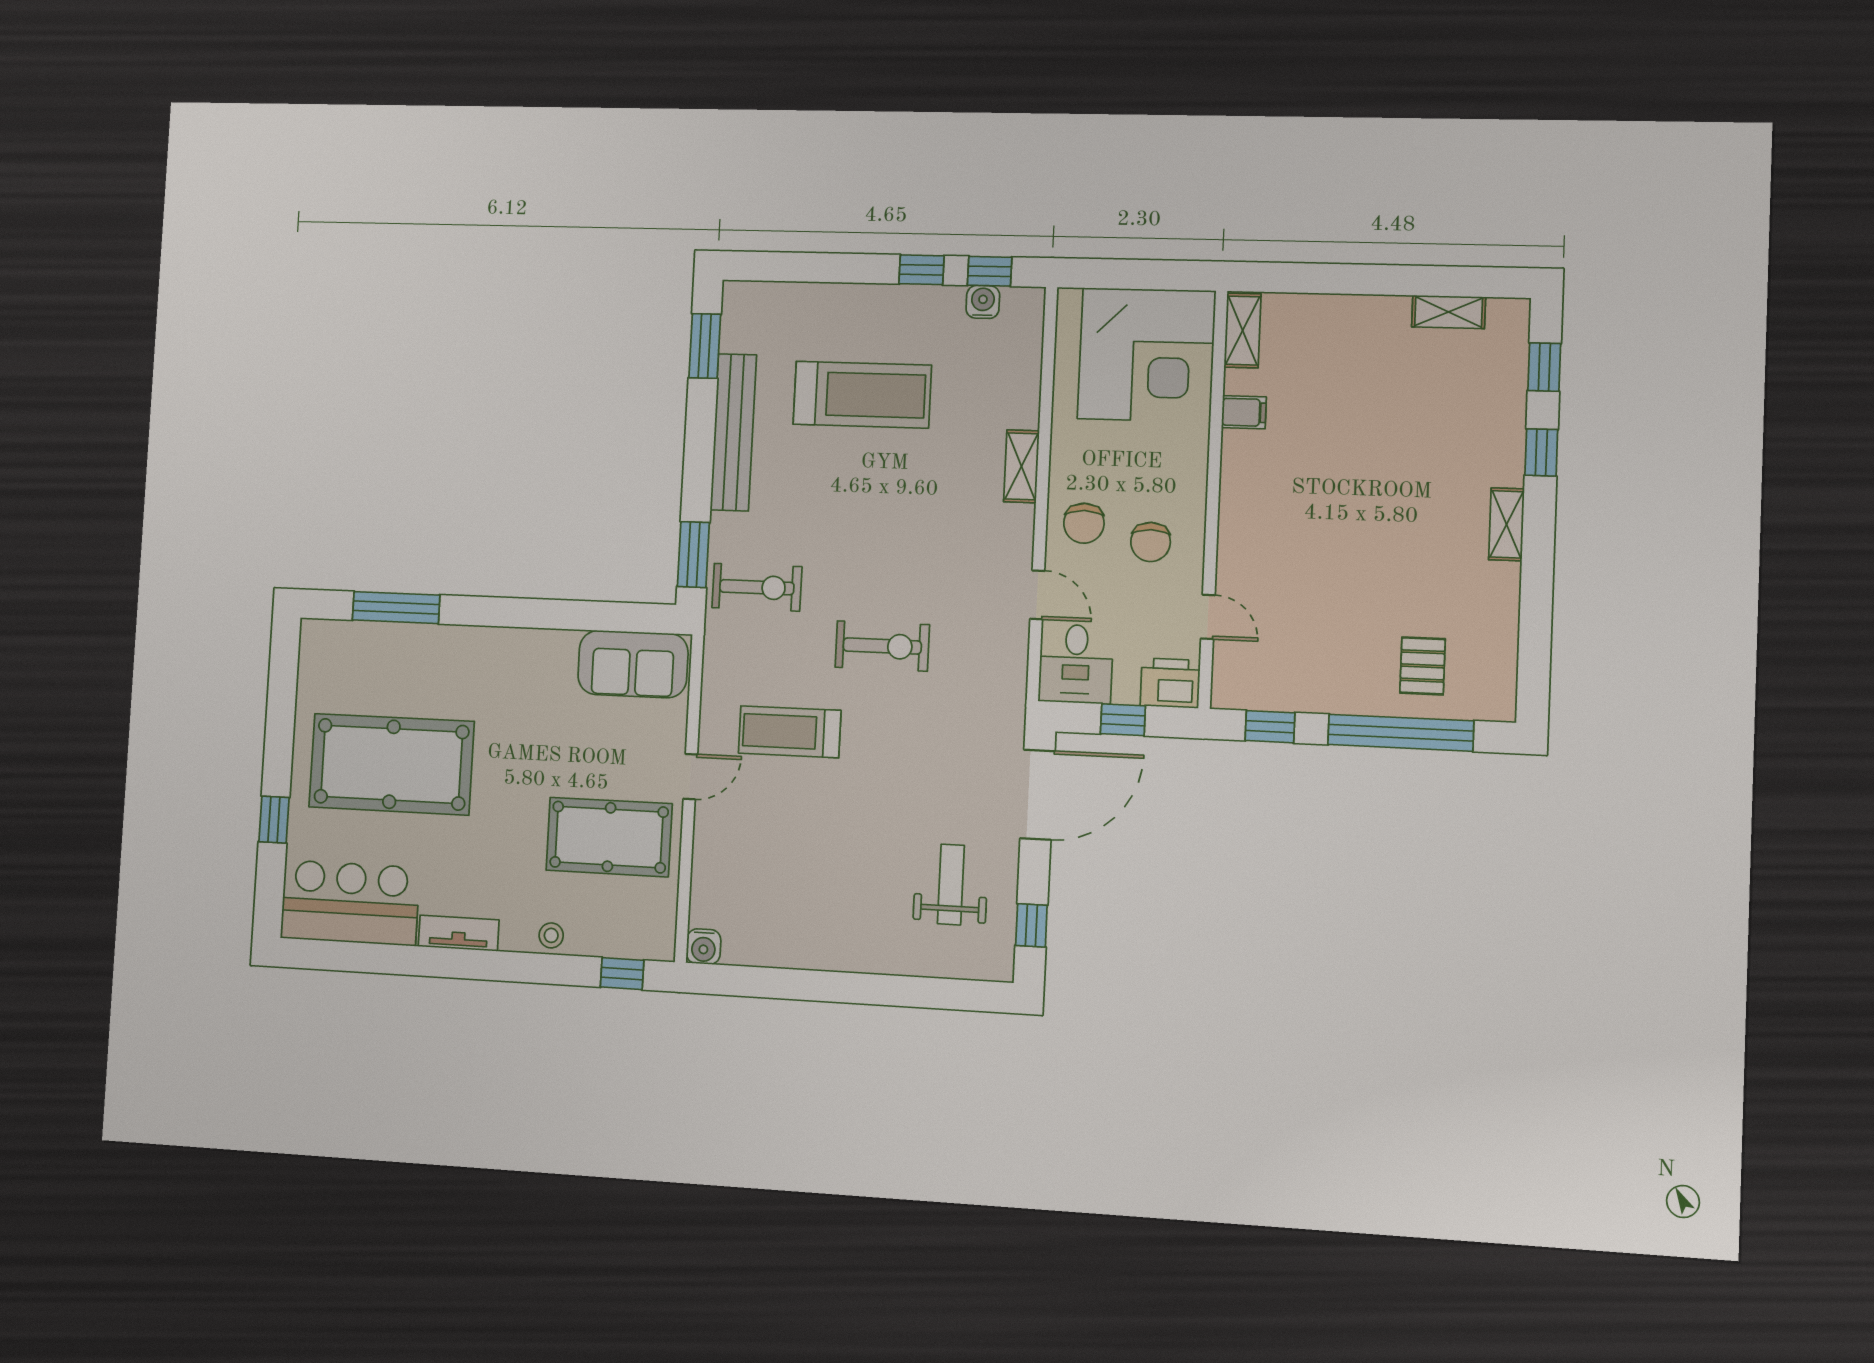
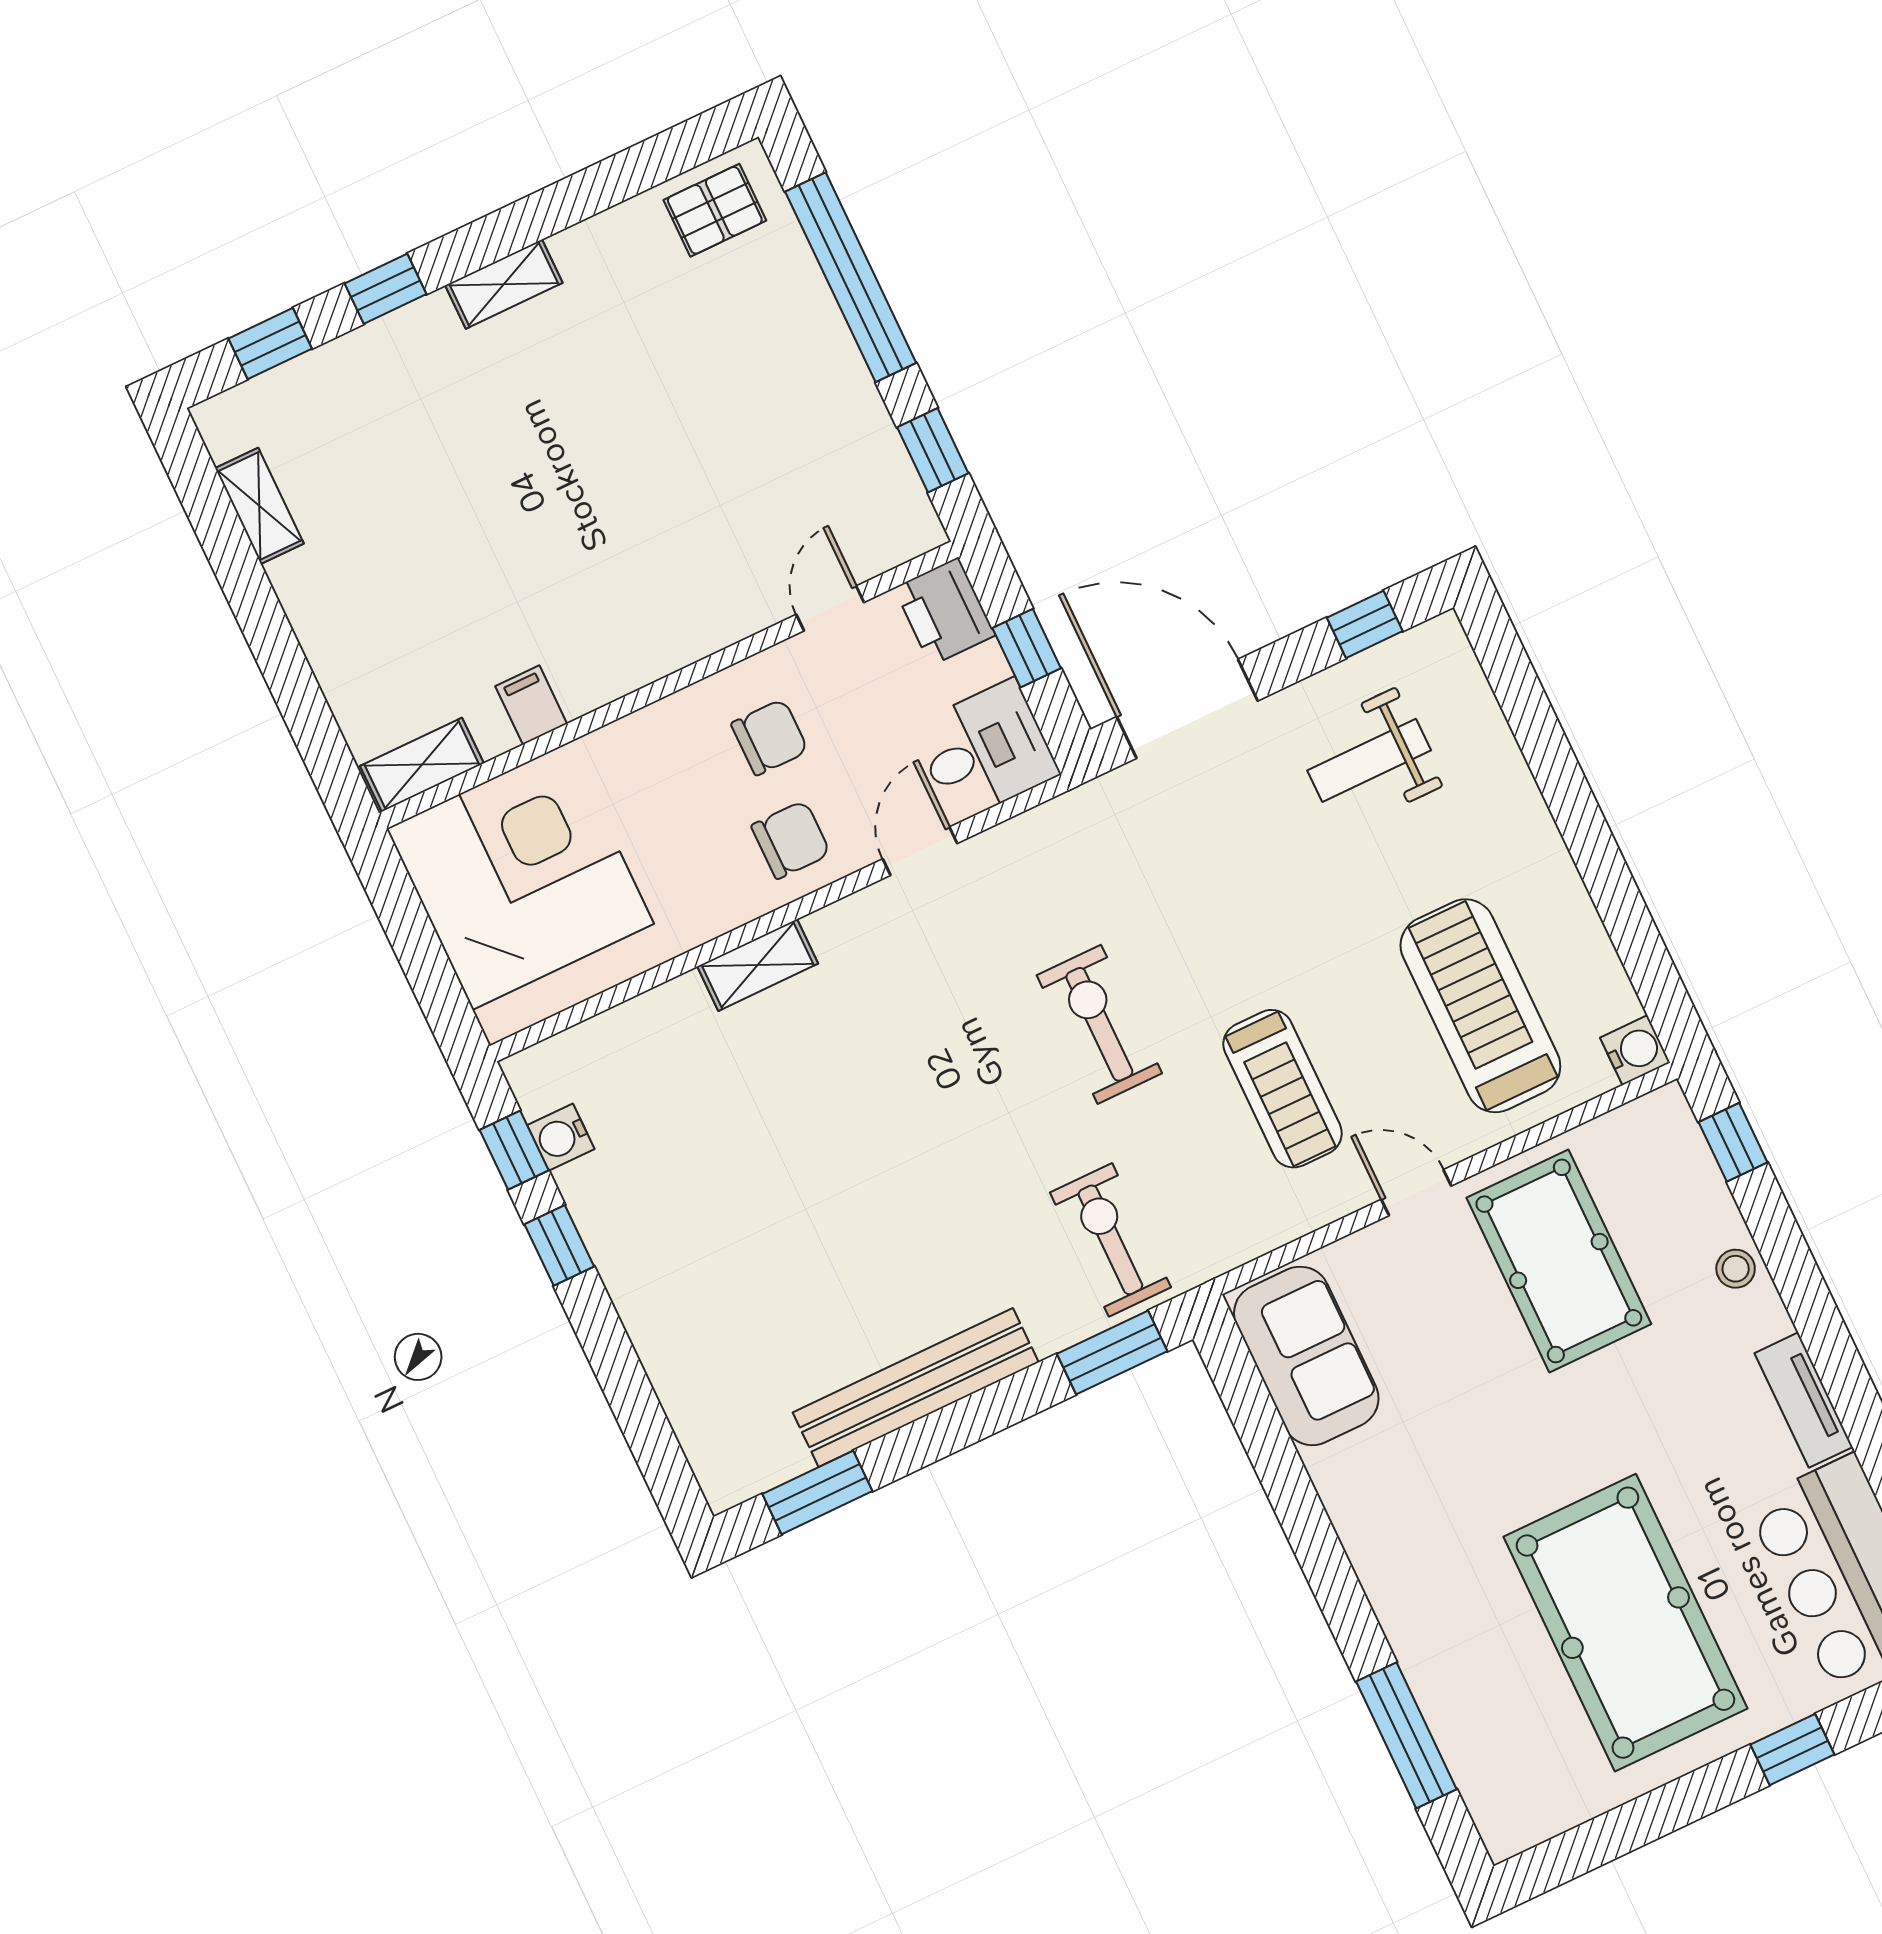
treadmill: (862, 395) -> (1480, 1006), moved
pallet: (1423, 666) -> (715, 210), moved

